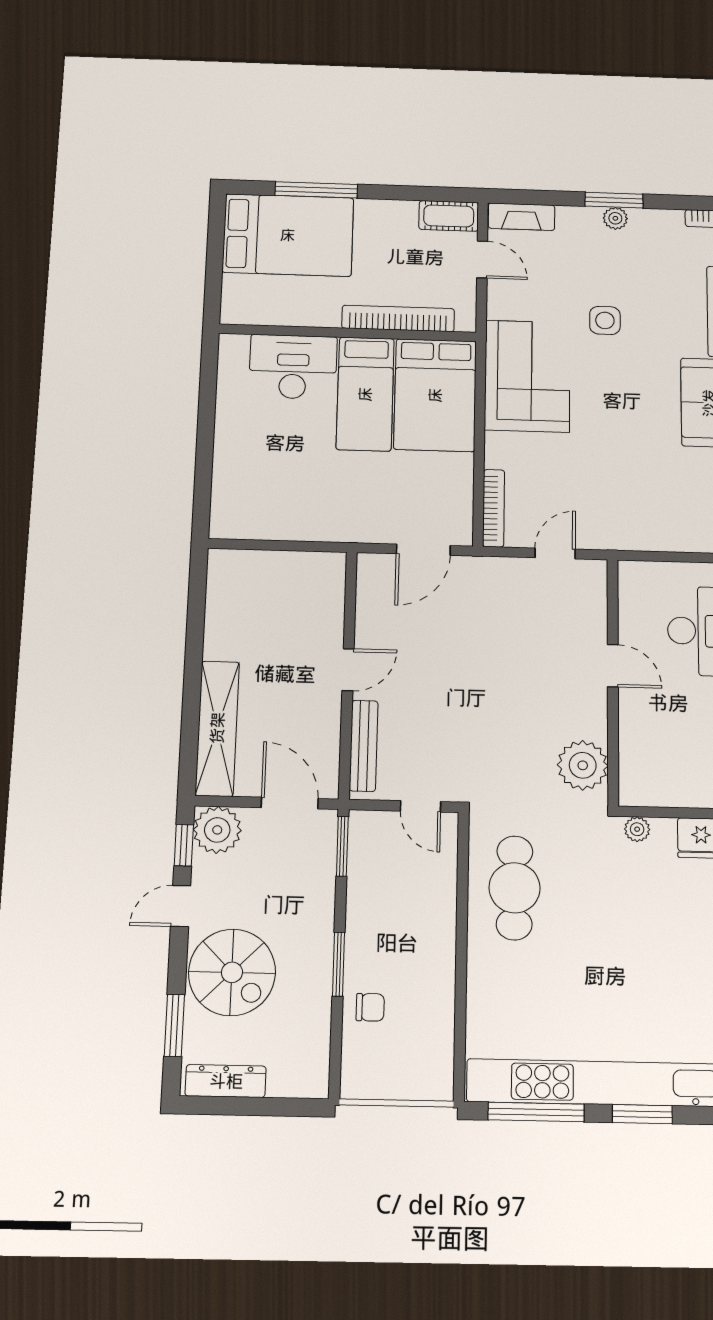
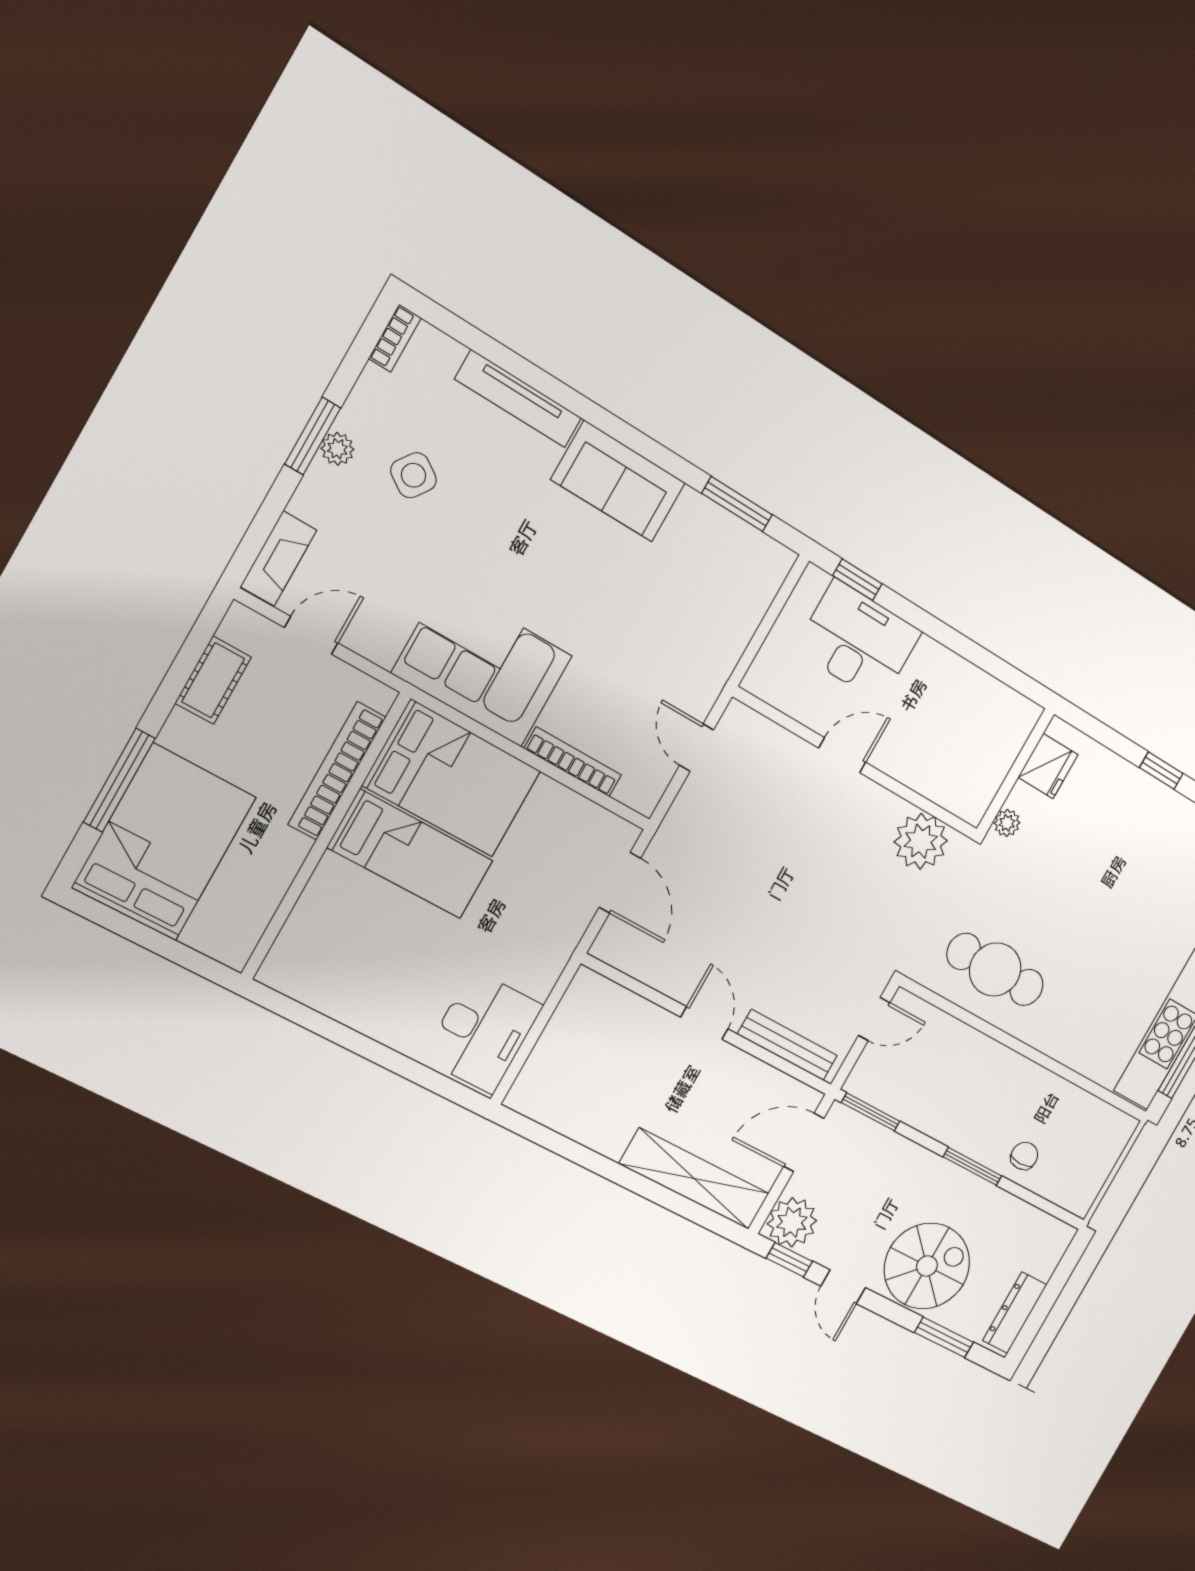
cot: (449, 216) -> (213, 680), moved
side table: (605, 320) -> (413, 475), moved, turned 35
desk: (293, 367) -> (483, 1032), moved, turned 180
bookcase: (494, 508) -> (573, 762), moved

